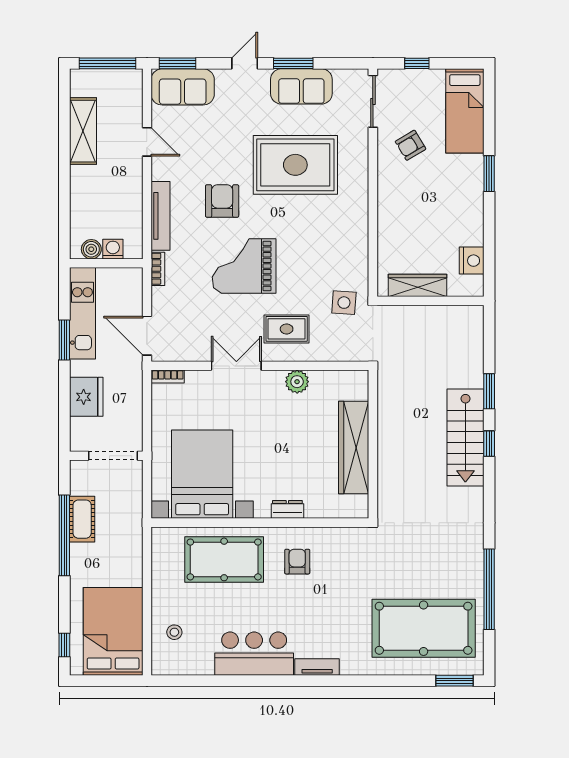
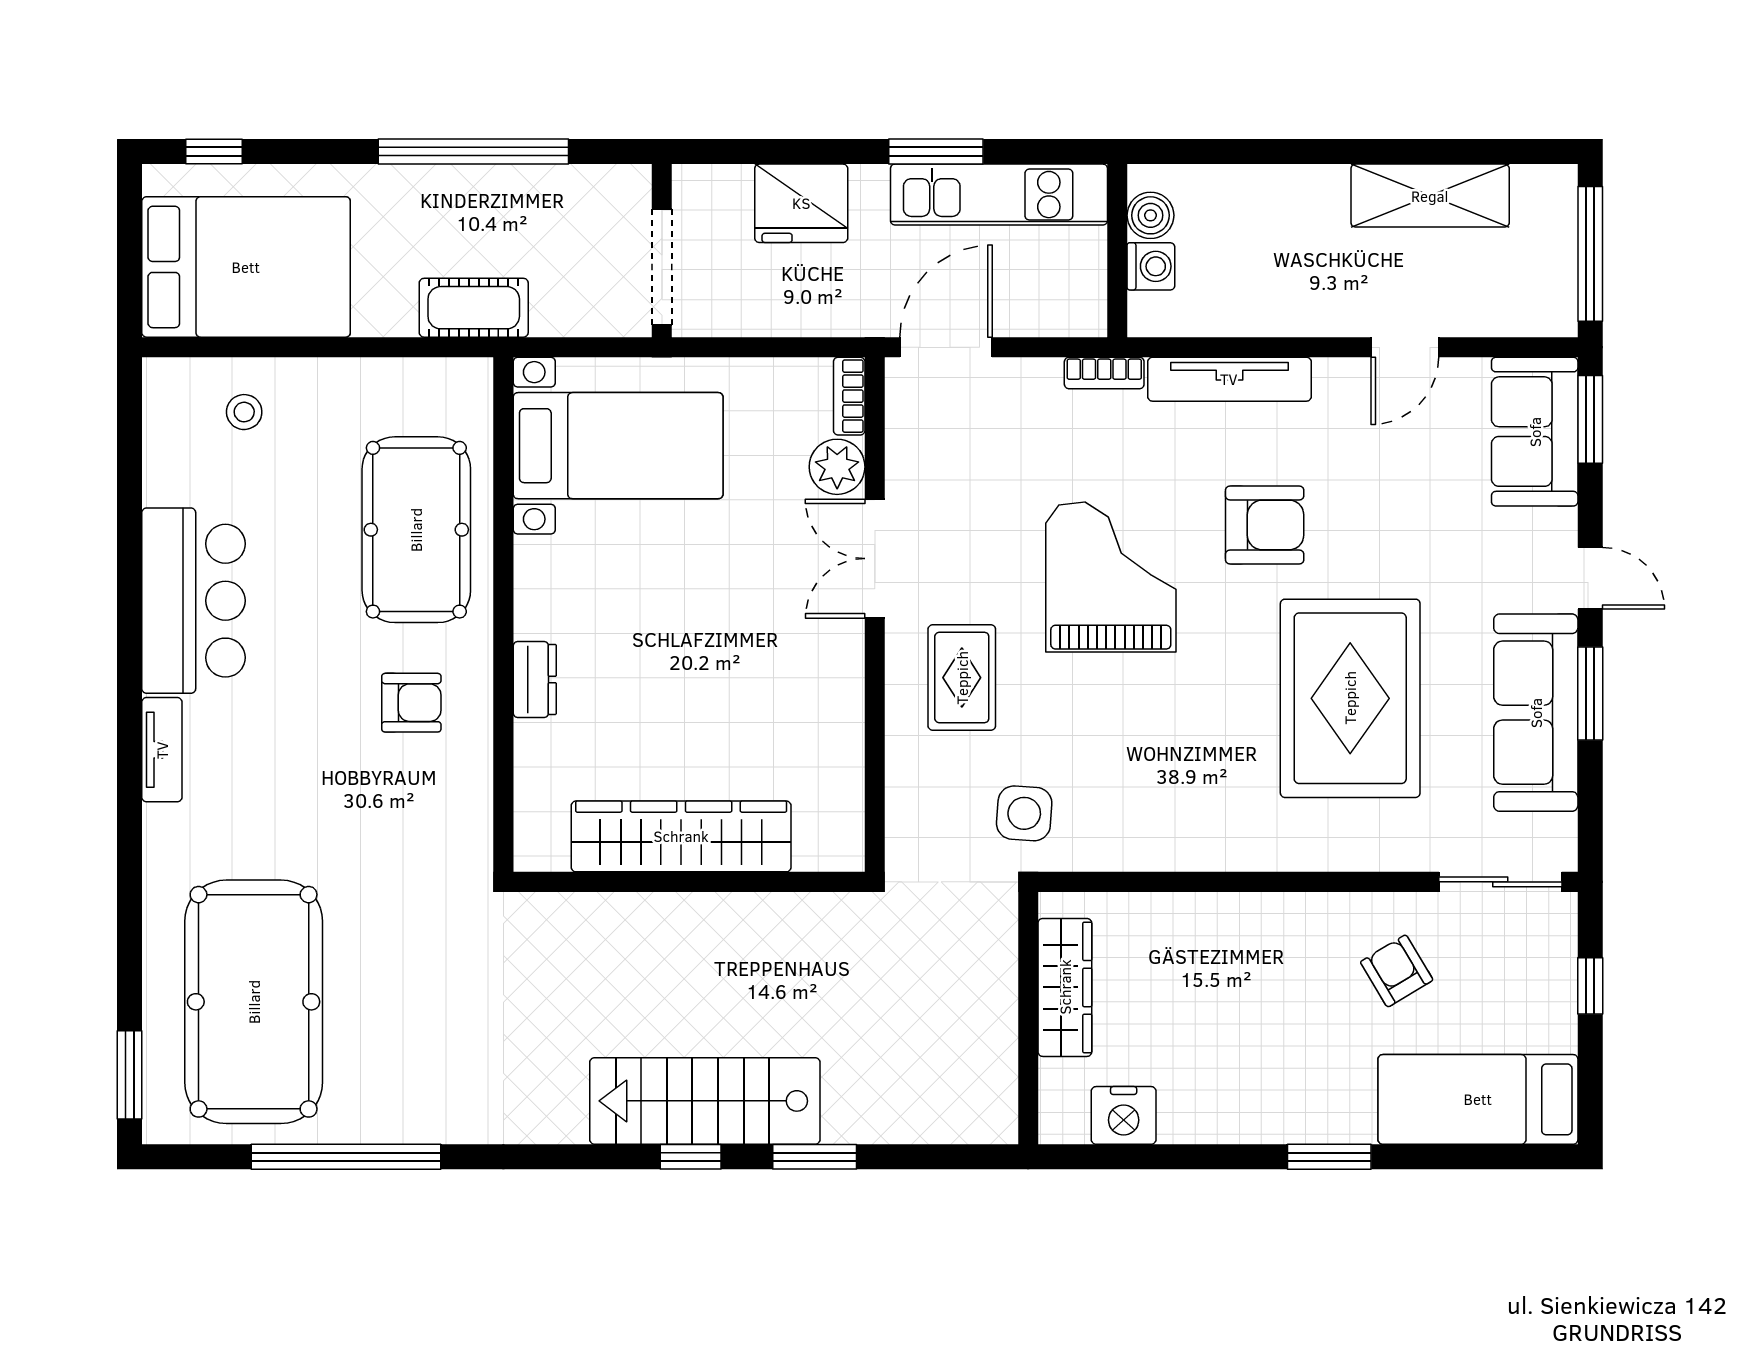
sofa: (301, 86) -> (1536, 713), width x1.36
double door: (236, 366) -> (875, 559), swing flipped
plant: (297, 382) -> (837, 467), moved
bed with nightstands: (202, 474) -> (618, 446), width x0.73
cot: (82, 519) -> (474, 308), moved

